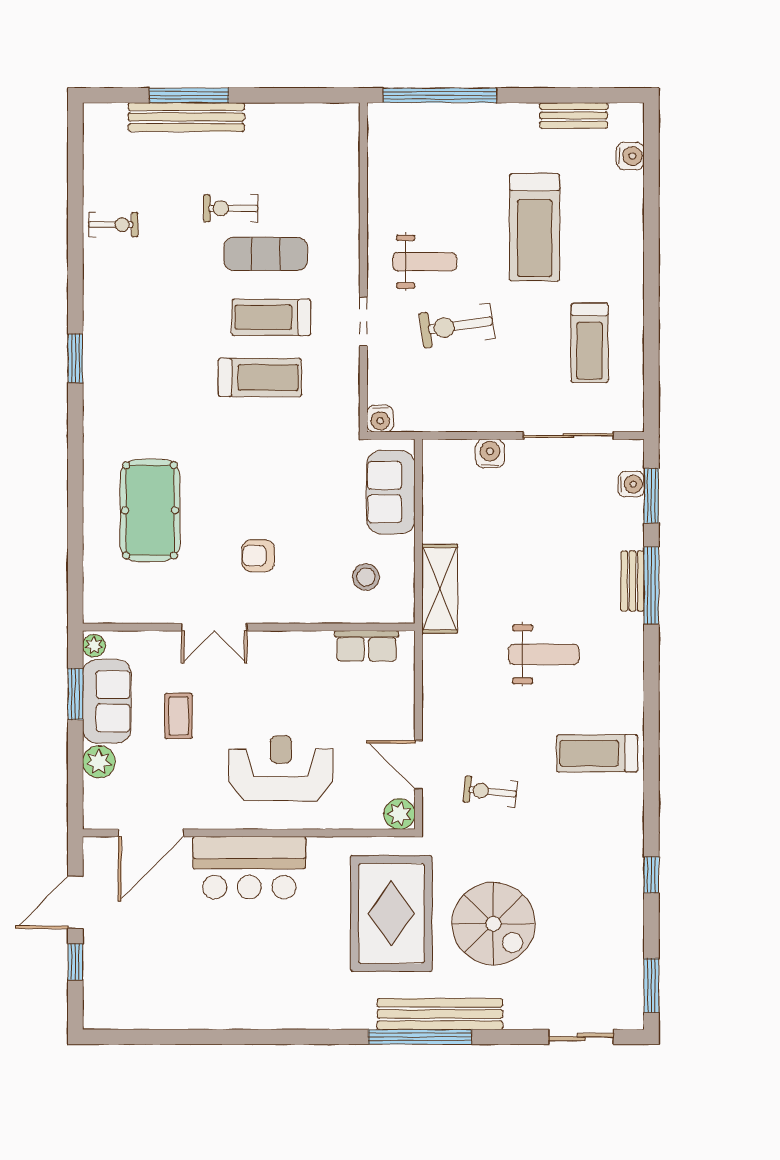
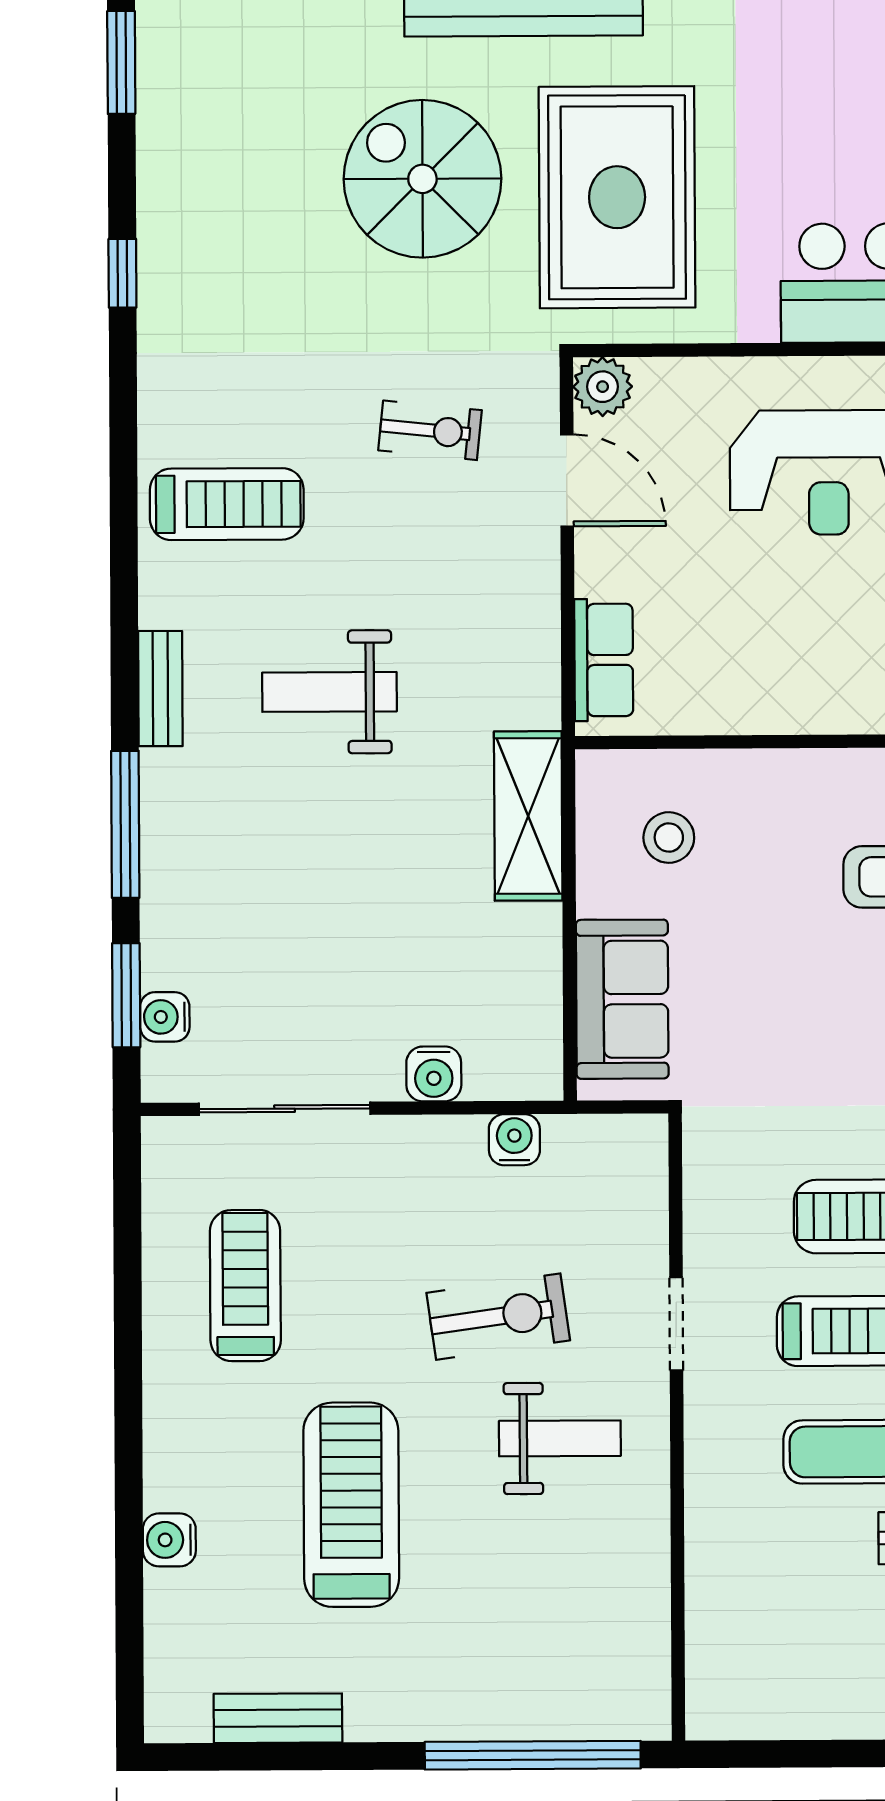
water cooler: (630, 156) -> (169, 1540), moved
weight bench: (425, 262) -> (560, 1438), turned 180
water cooler: (380, 419) -> (514, 1140), moved
bench: (633, 581) -> (160, 689), moved
row of seats: (367, 646) -> (604, 660), moved, turned 90

